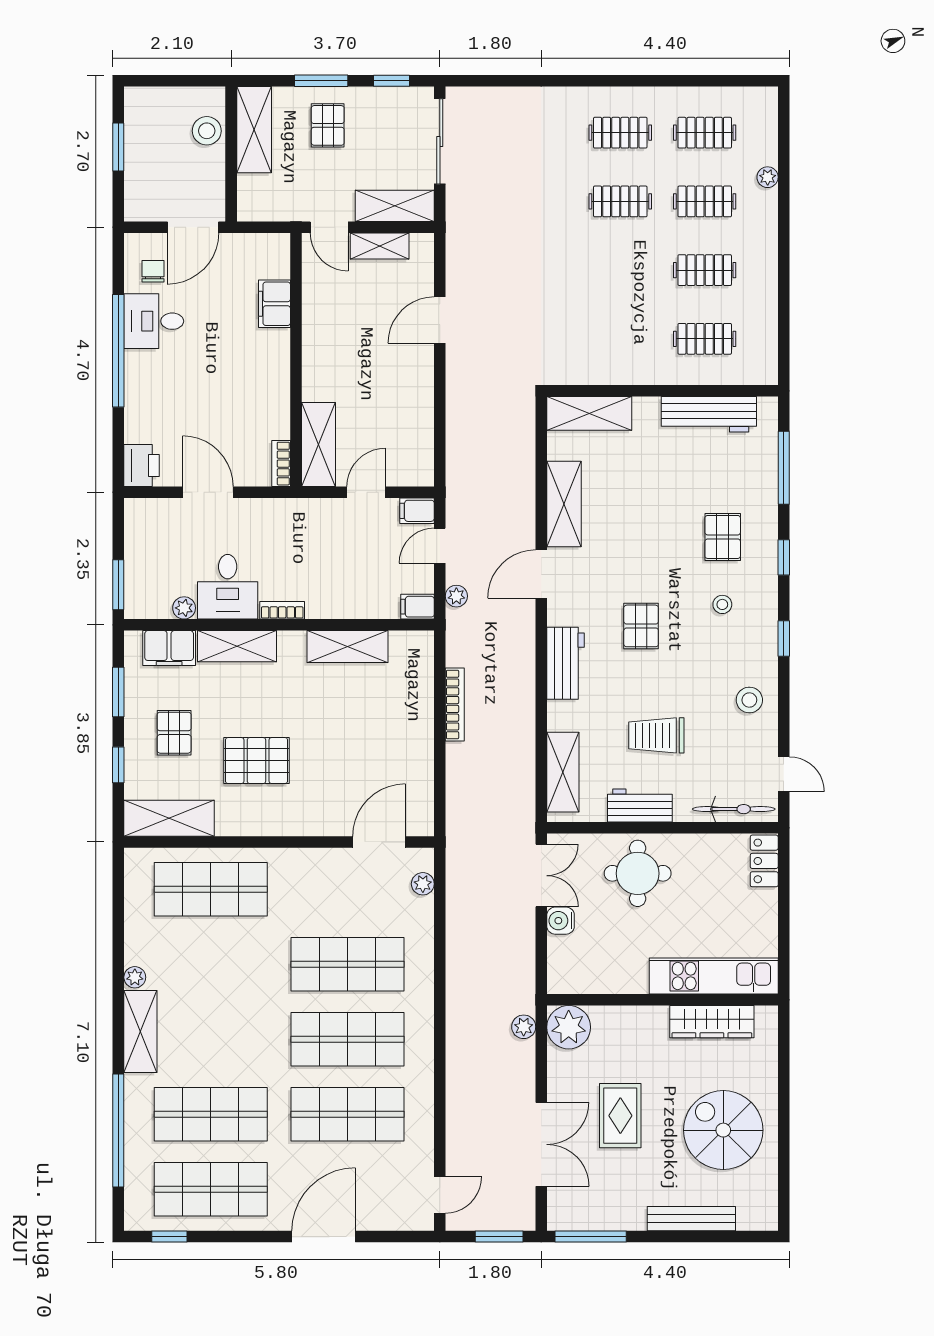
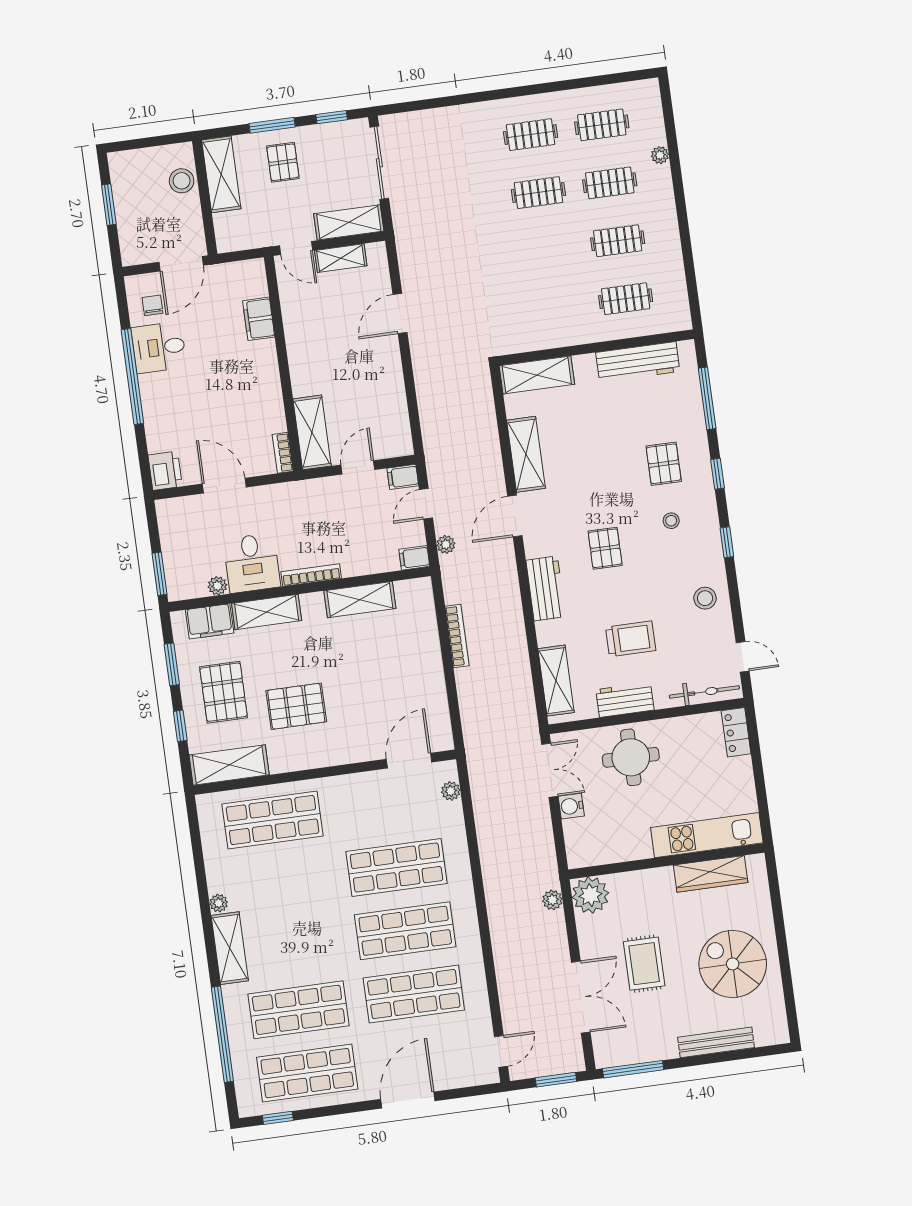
bookcase: (282, 610) -> (311, 575), width x1.56
pallet: (174, 733) -> (224, 692), width x1.50, depth x1.42
trolley: (656, 735) -> (631, 639), turned 180

